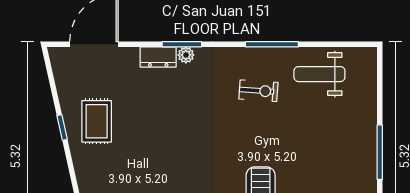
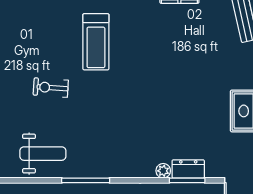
window: (182, 44) -> (187, 180), moved
exercise bike: (258, 91) -> (51, 88), moved

